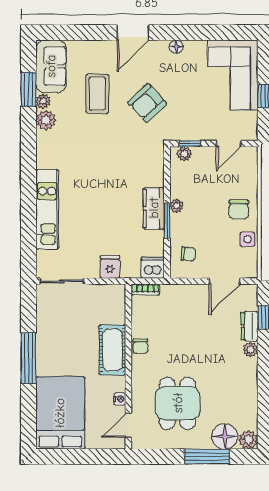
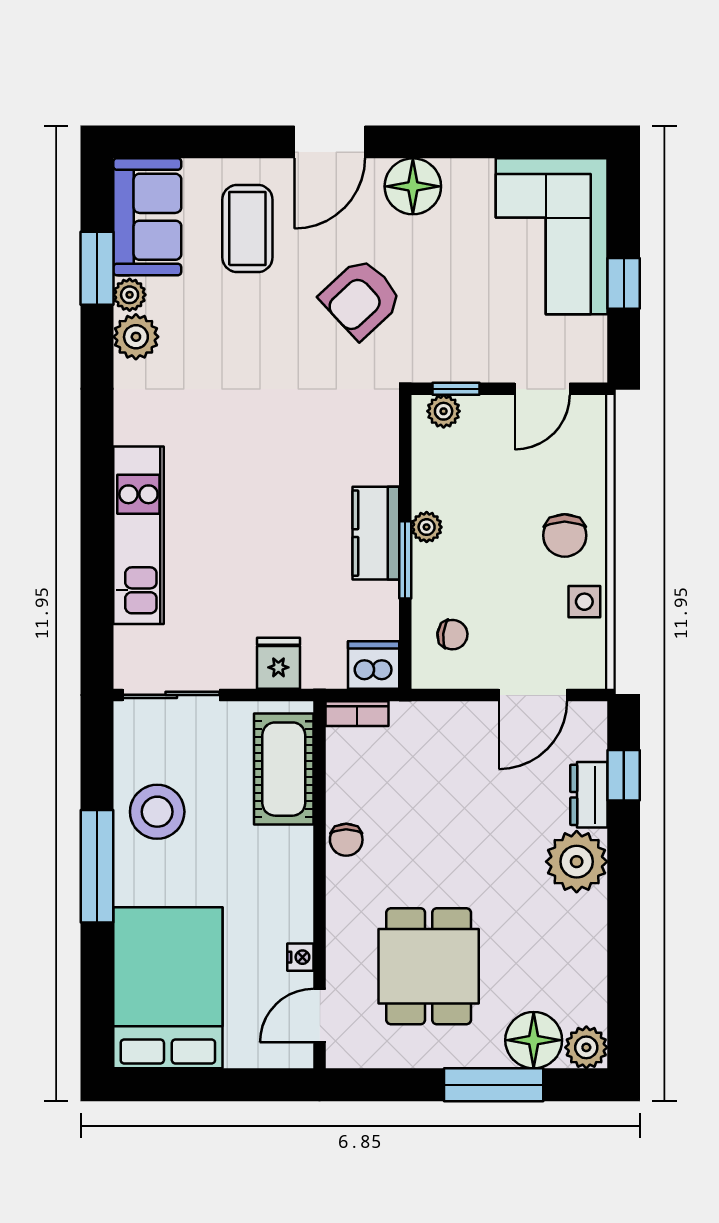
floor lamp: (176, 47) -> (413, 186), width x1.89, depth x1.89
coffee table: (97, 94) -> (247, 229), moved
stool: (55, 334) -> (157, 812), added
cot: (112, 350) -> (284, 769), moved
plant: (250, 350) -> (577, 862), width x1.88, depth x1.88

